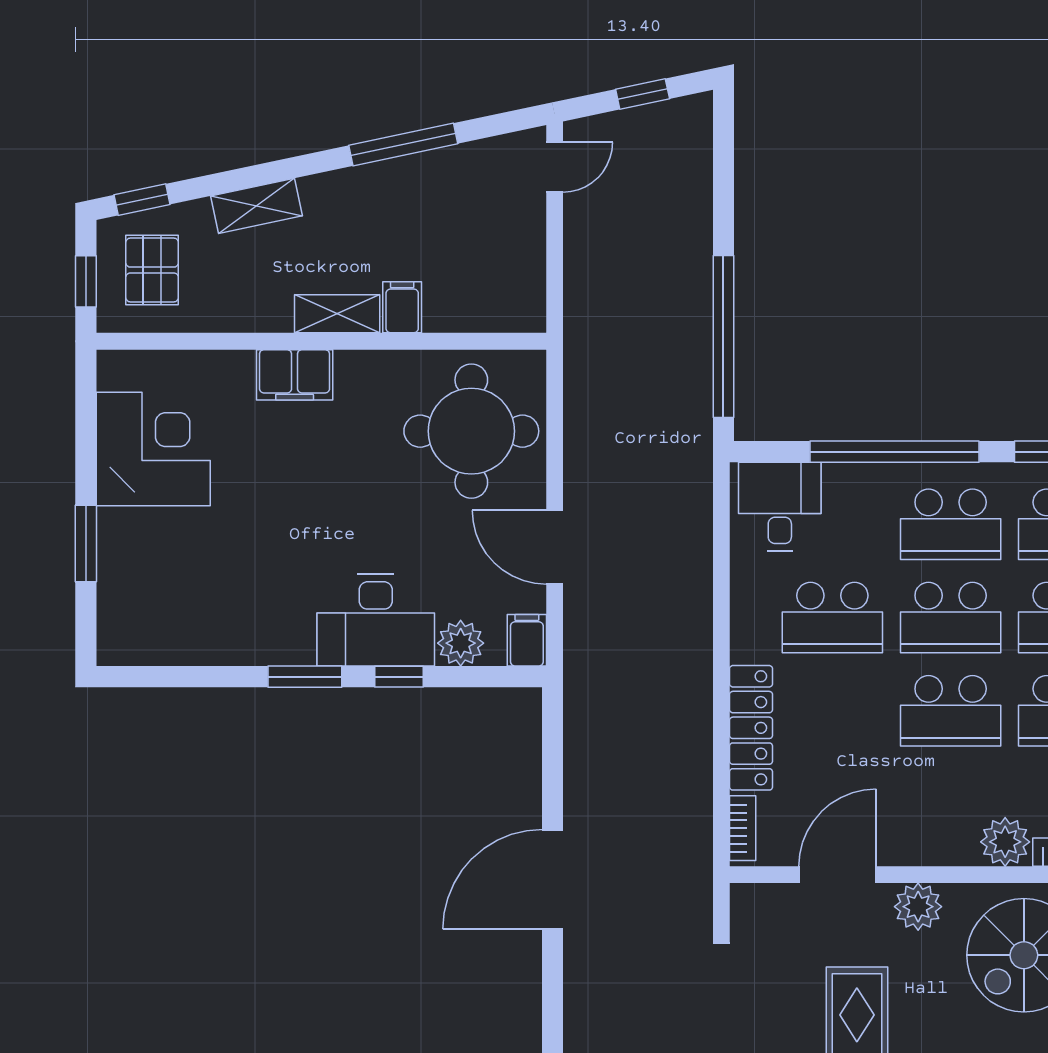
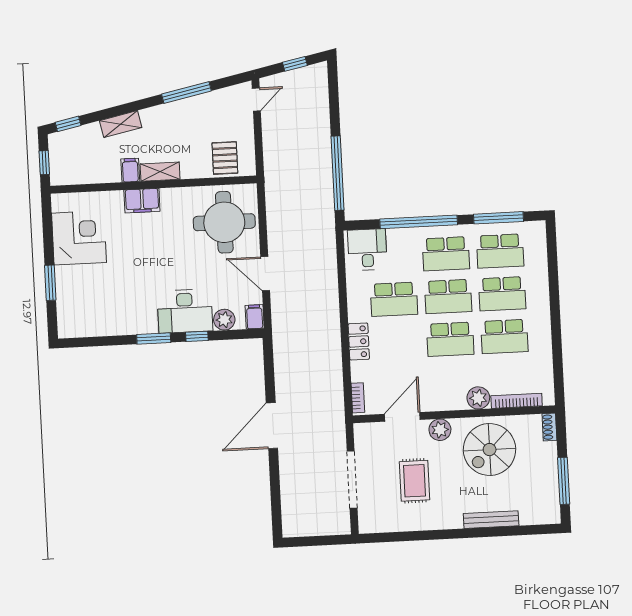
pallet: (152, 270) -> (225, 158), moved
filing cabinet: (402, 307) -> (130, 170), moved
locker: (751, 728) -> (359, 341), width x0.66

